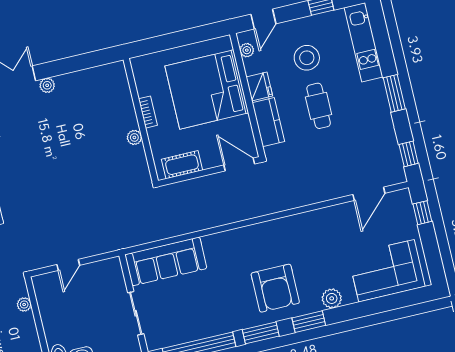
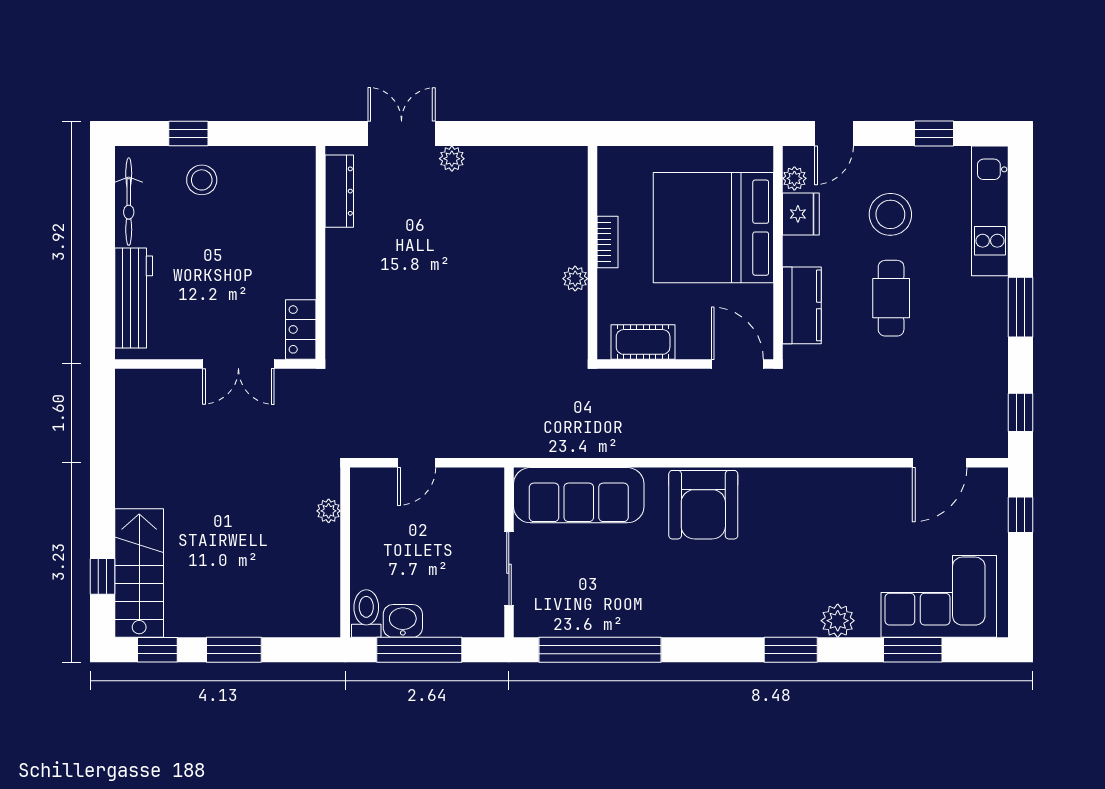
fridge: (259, 86) -> (801, 214), moved
armchair: (275, 288) -> (703, 505), moved
window: (261, 333) -> (913, 650), moved

